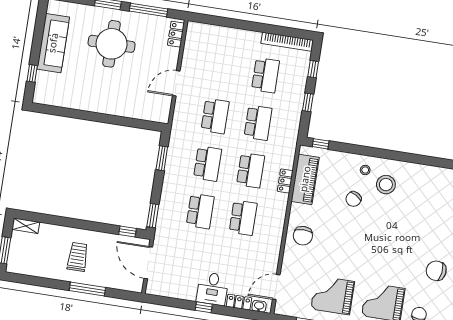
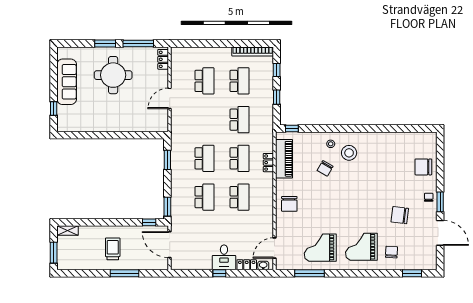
school desk: (215, 116) -> (205, 81), moved

